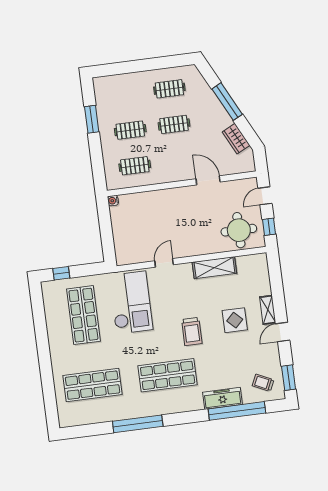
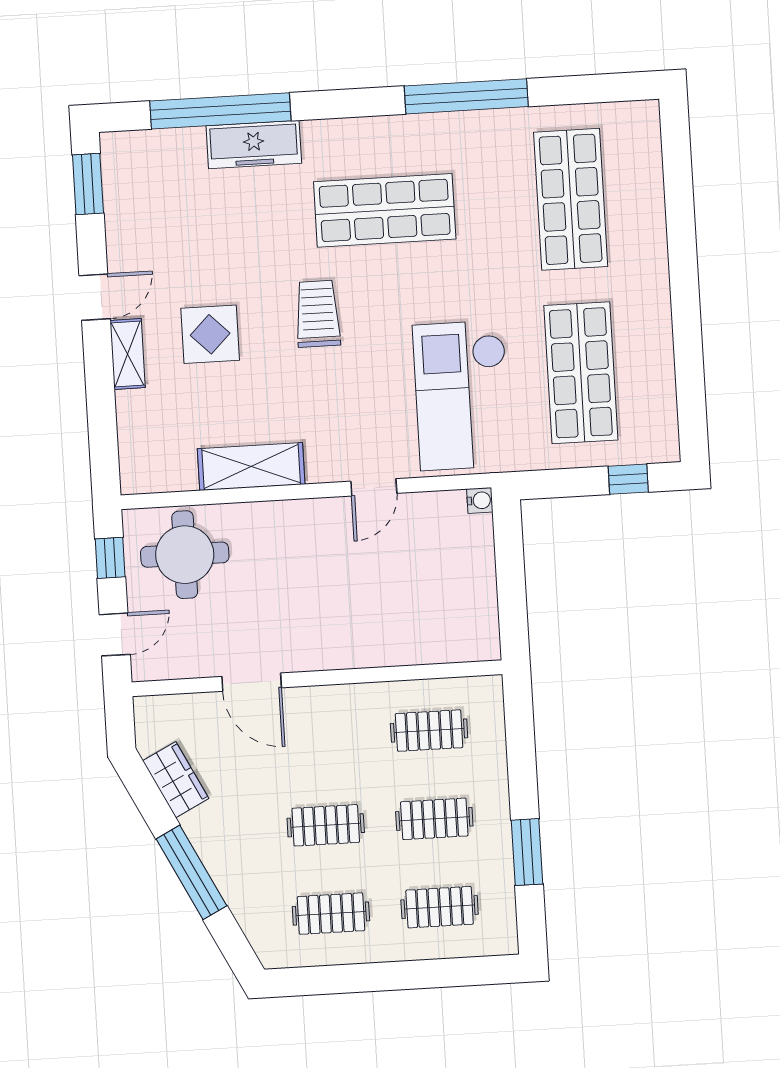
clothes rail: (126, 95) -> (440, 907), added
water cooler: (113, 201) -> (480, 500), moved
trolley: (263, 383) -> (152, 176), removed
shop shelf: (93, 385) -> (571, 199), turned 90

